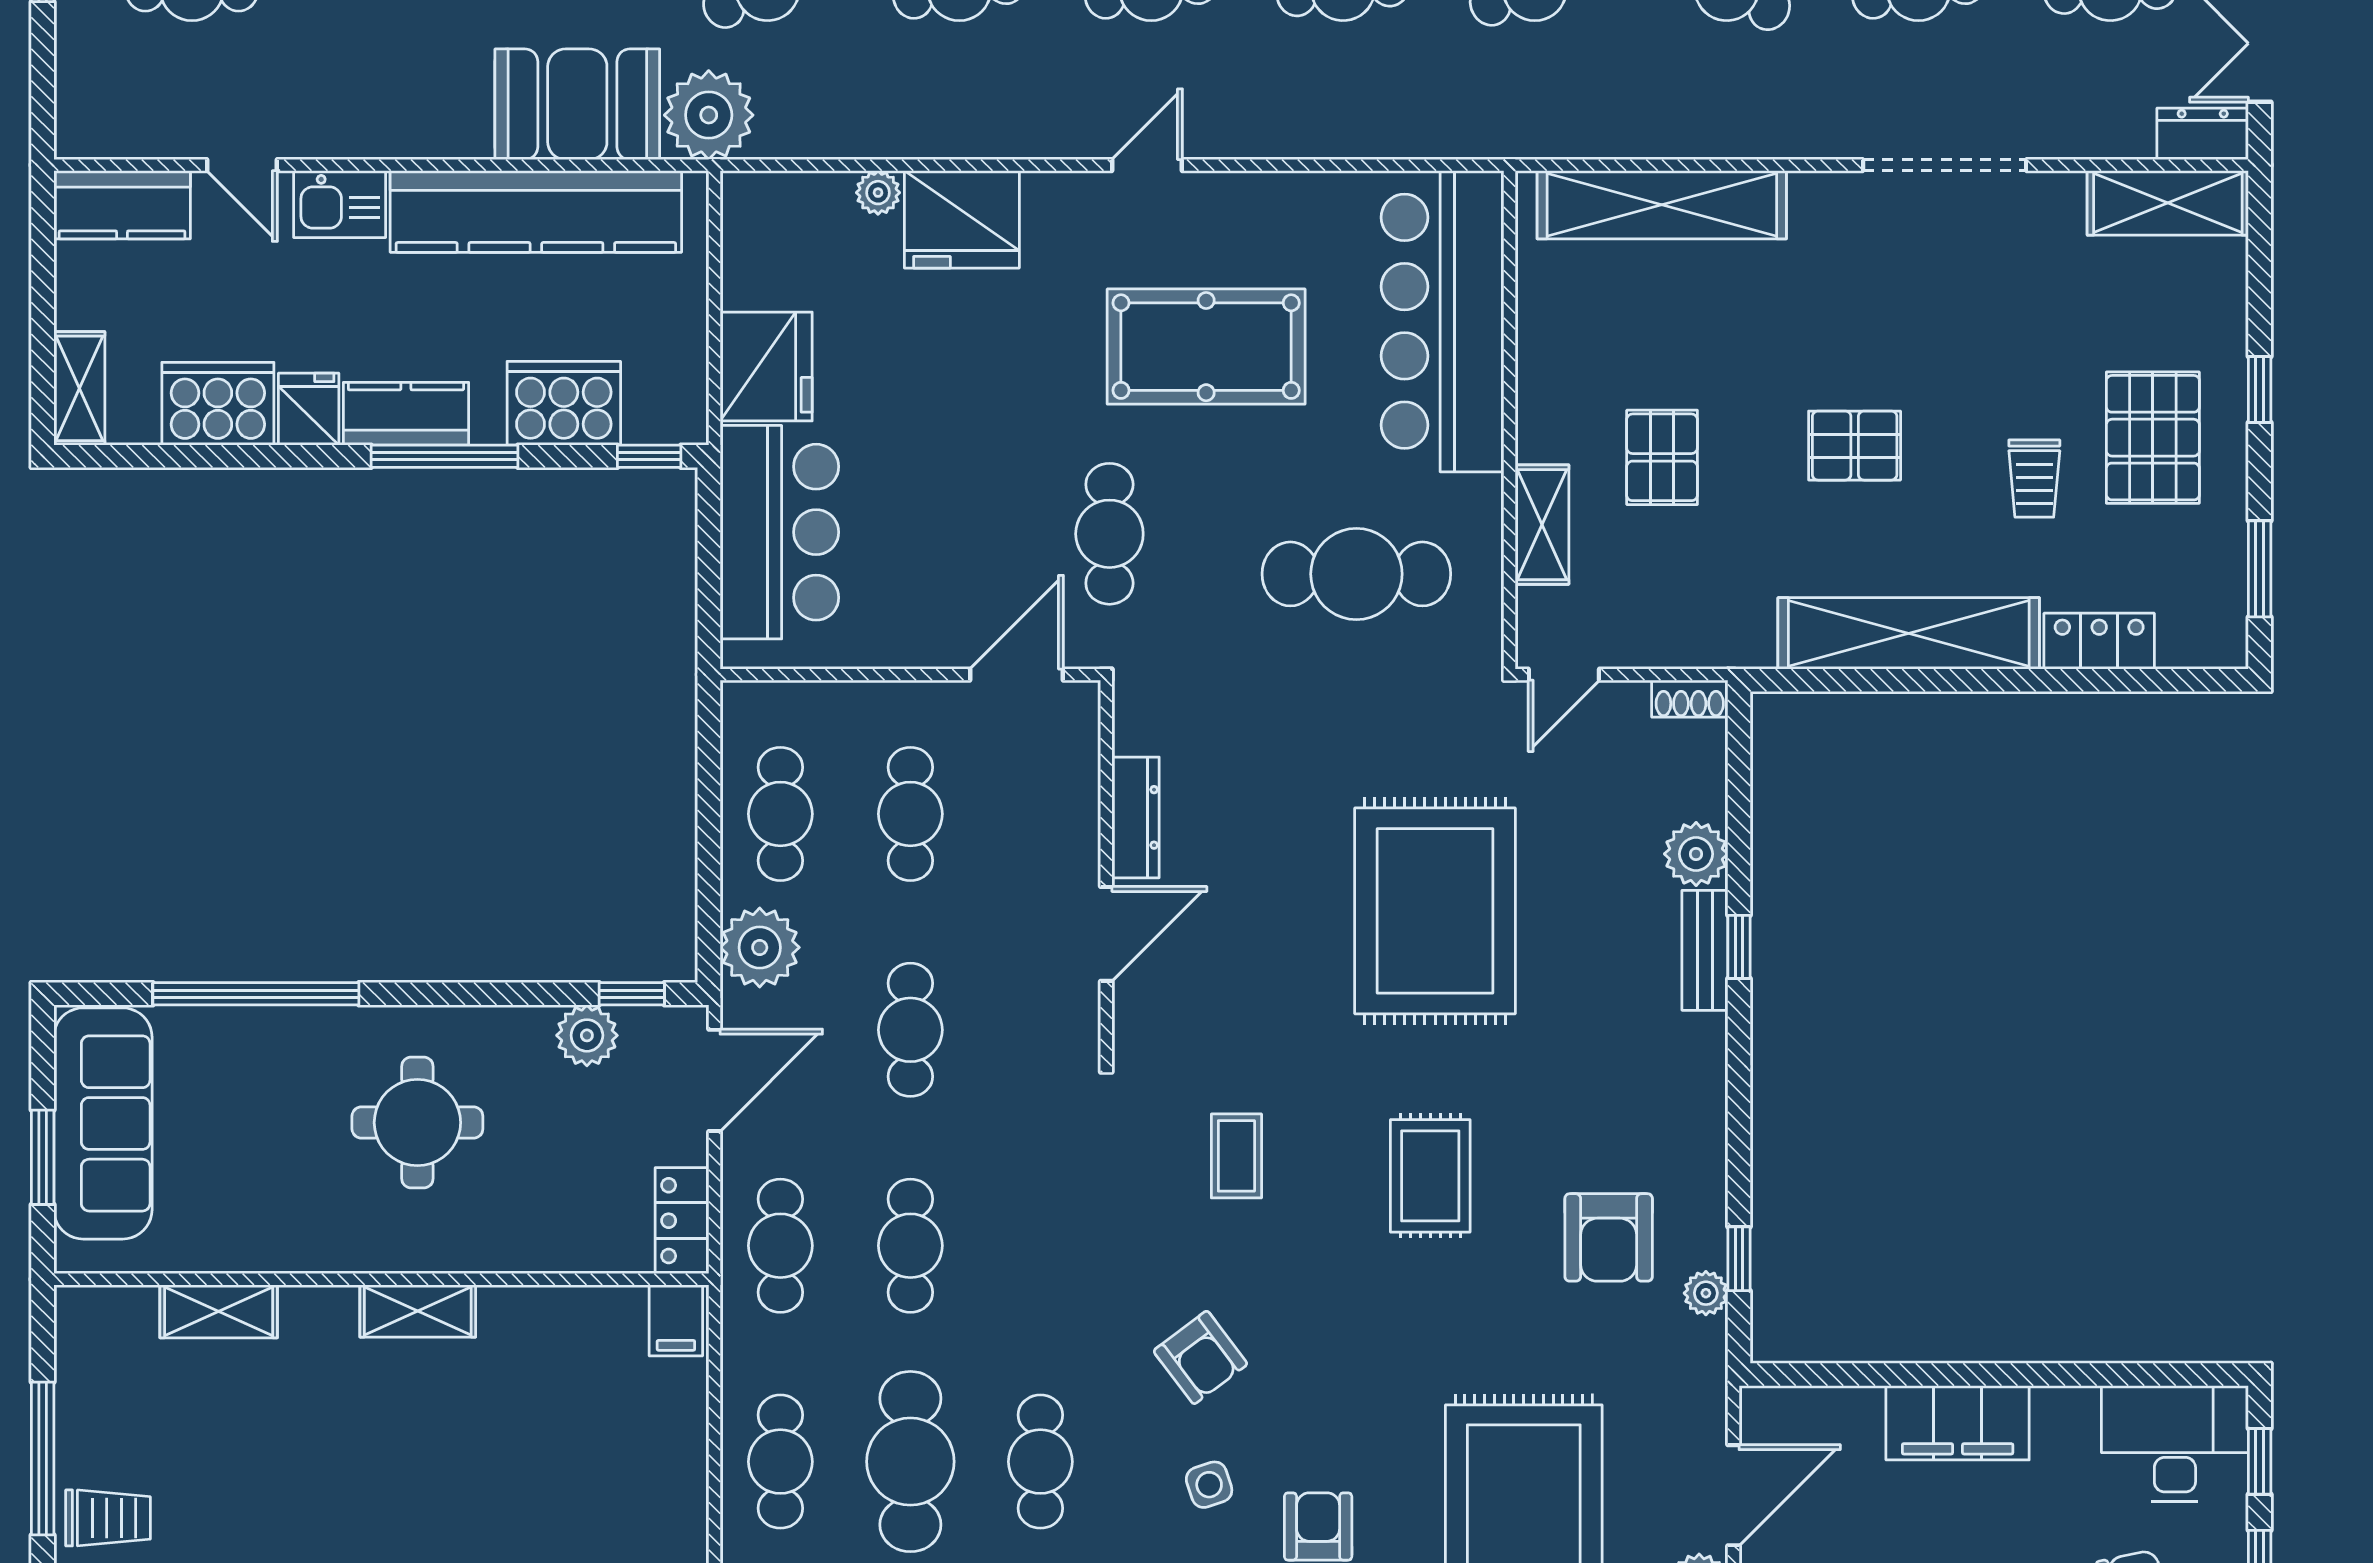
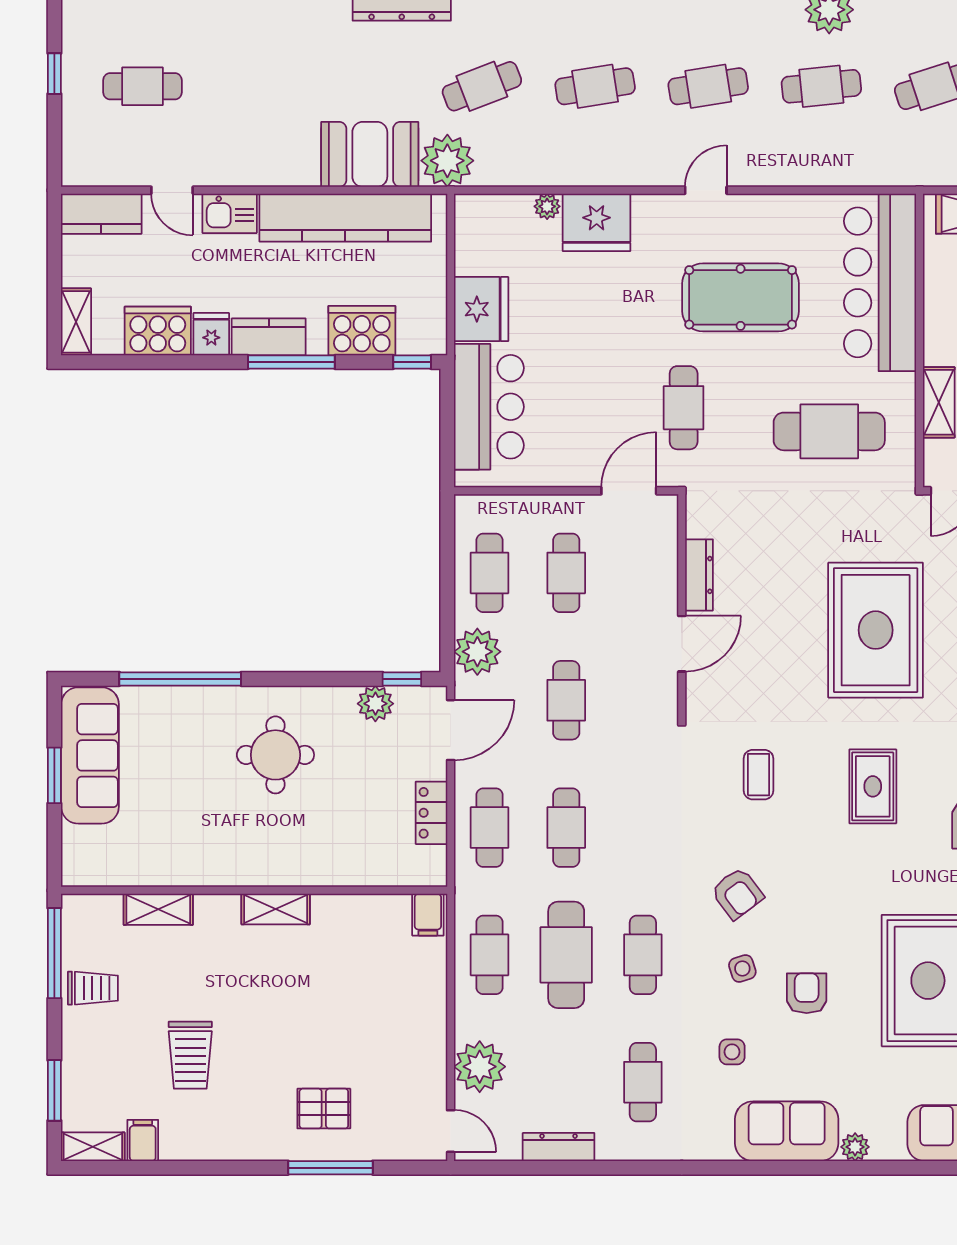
wall: (381, 1279) -> (254, 890), moved
shelving: (219, 1311) -> (158, 909), moved
shelving: (418, 1311) -> (276, 909), moved
filing cabinet: (676, 1320) -> (428, 915), moved

